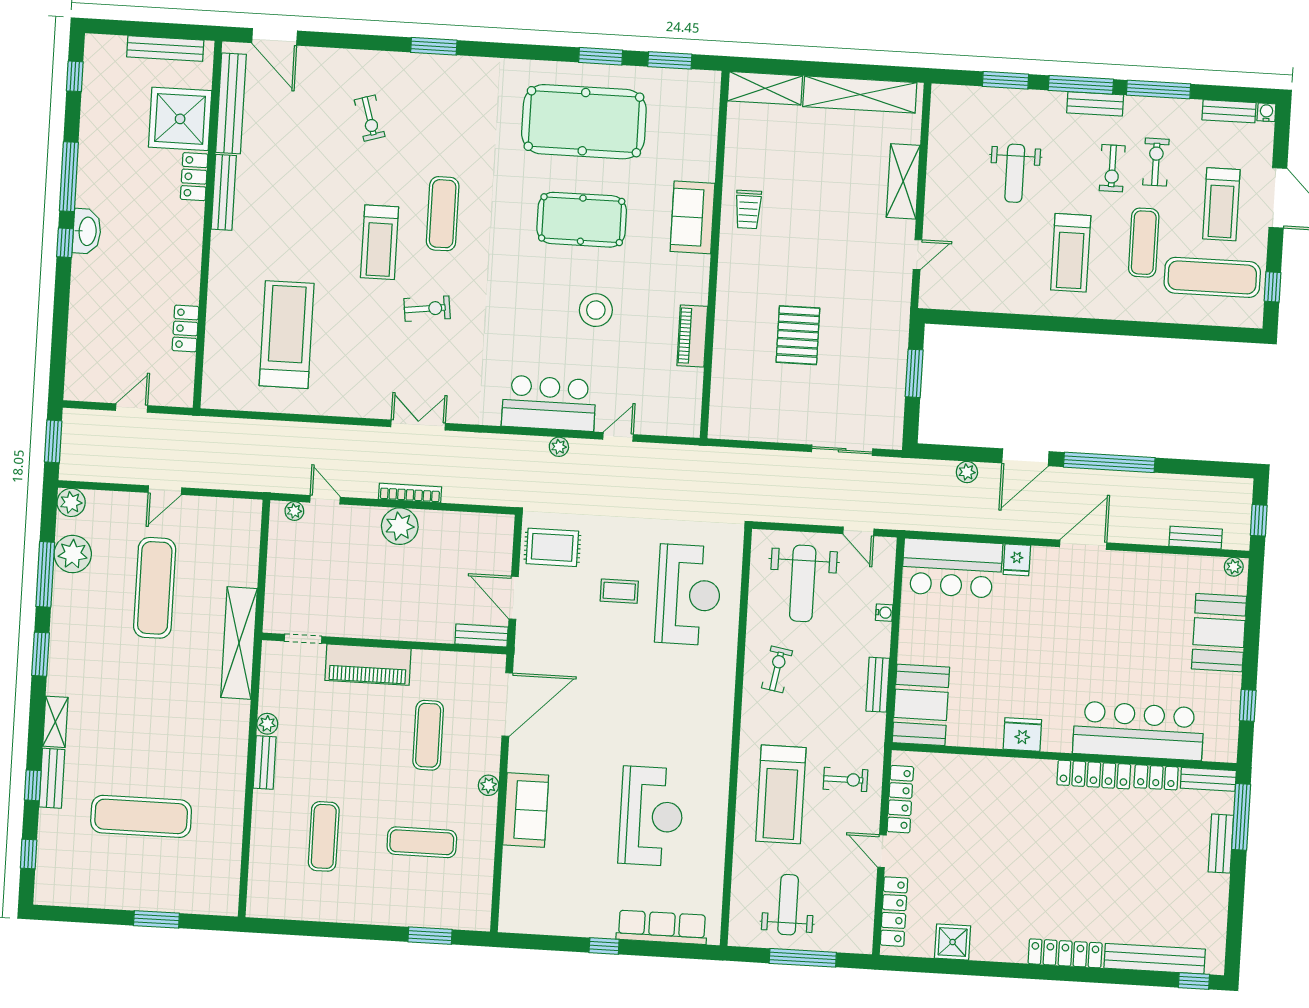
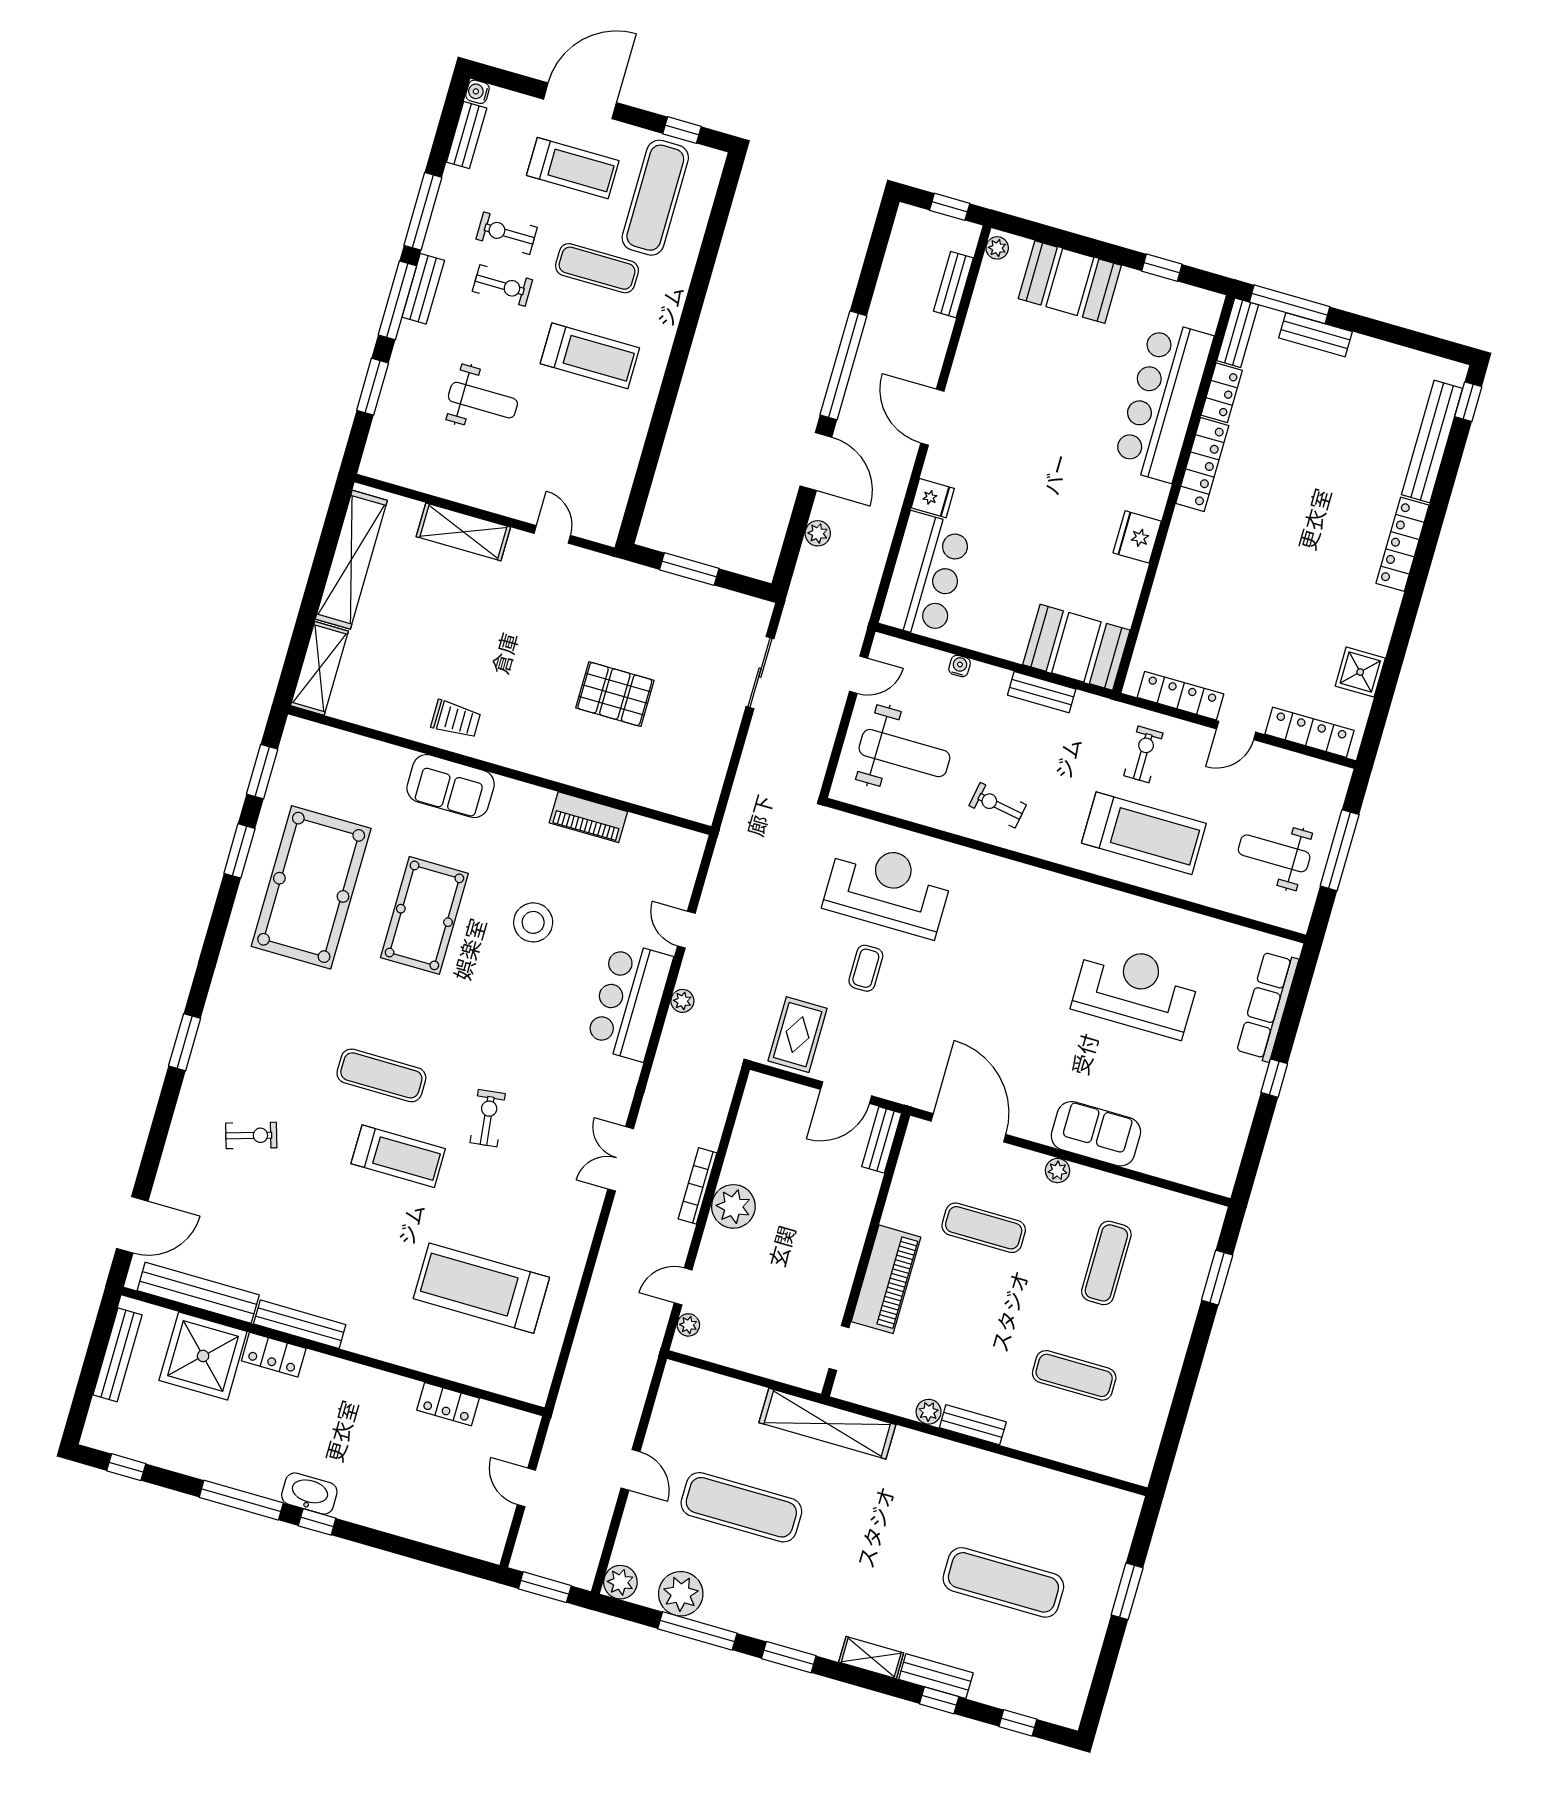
exercise mat: (141, 816) -> (1003, 1582), turned 90

